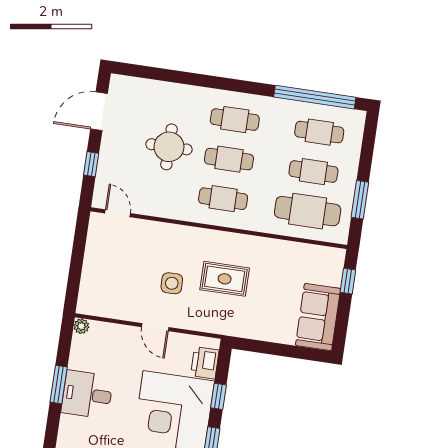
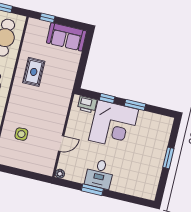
rug: (225, 279) -> (34, 72), moved
side table: (172, 283) -> (21, 134), moved
door: (155, 327) -> (61, 143), moved

